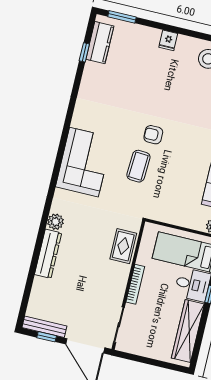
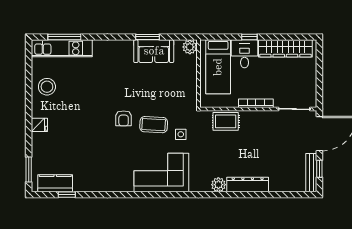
side table: (121, 193) -> (181, 134), added

